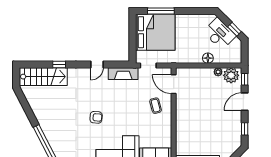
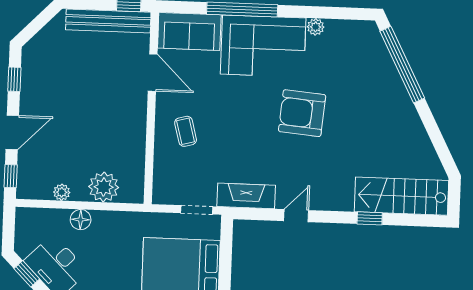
plant: (231, 75) -> (104, 187), moved
door: (174, 84) -> (153, 73), moved
armchair: (96, 117) -> (302, 113), width x1.88, depth x1.88

